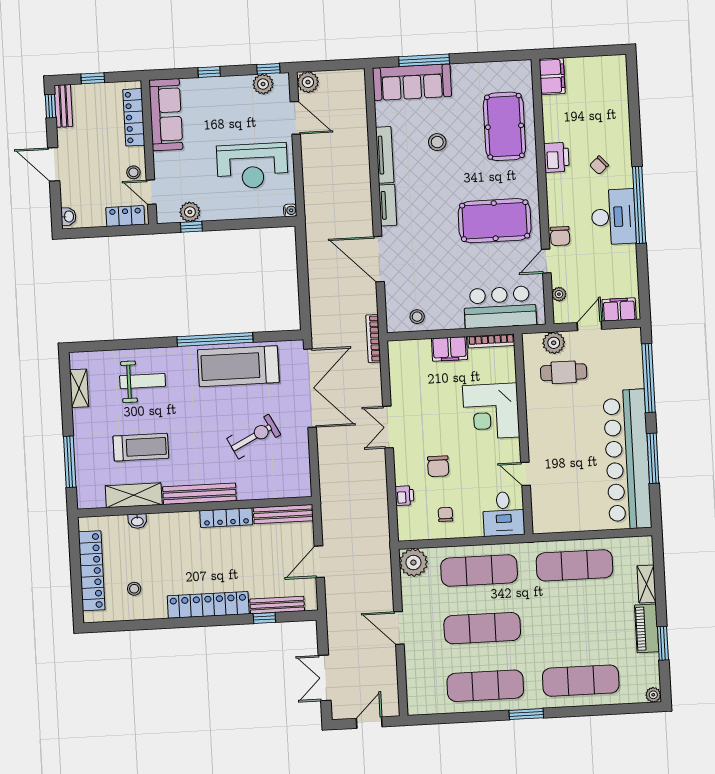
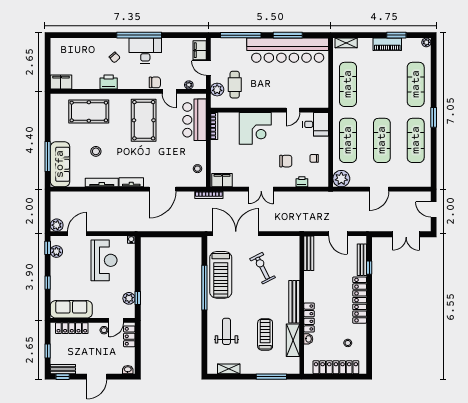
filing cabinet: (449, 349) -> (222, 180), moved, turned -90
locker: (226, 518) -> (309, 317), moved
shelving: (646, 584) -> (346, 43), moved

